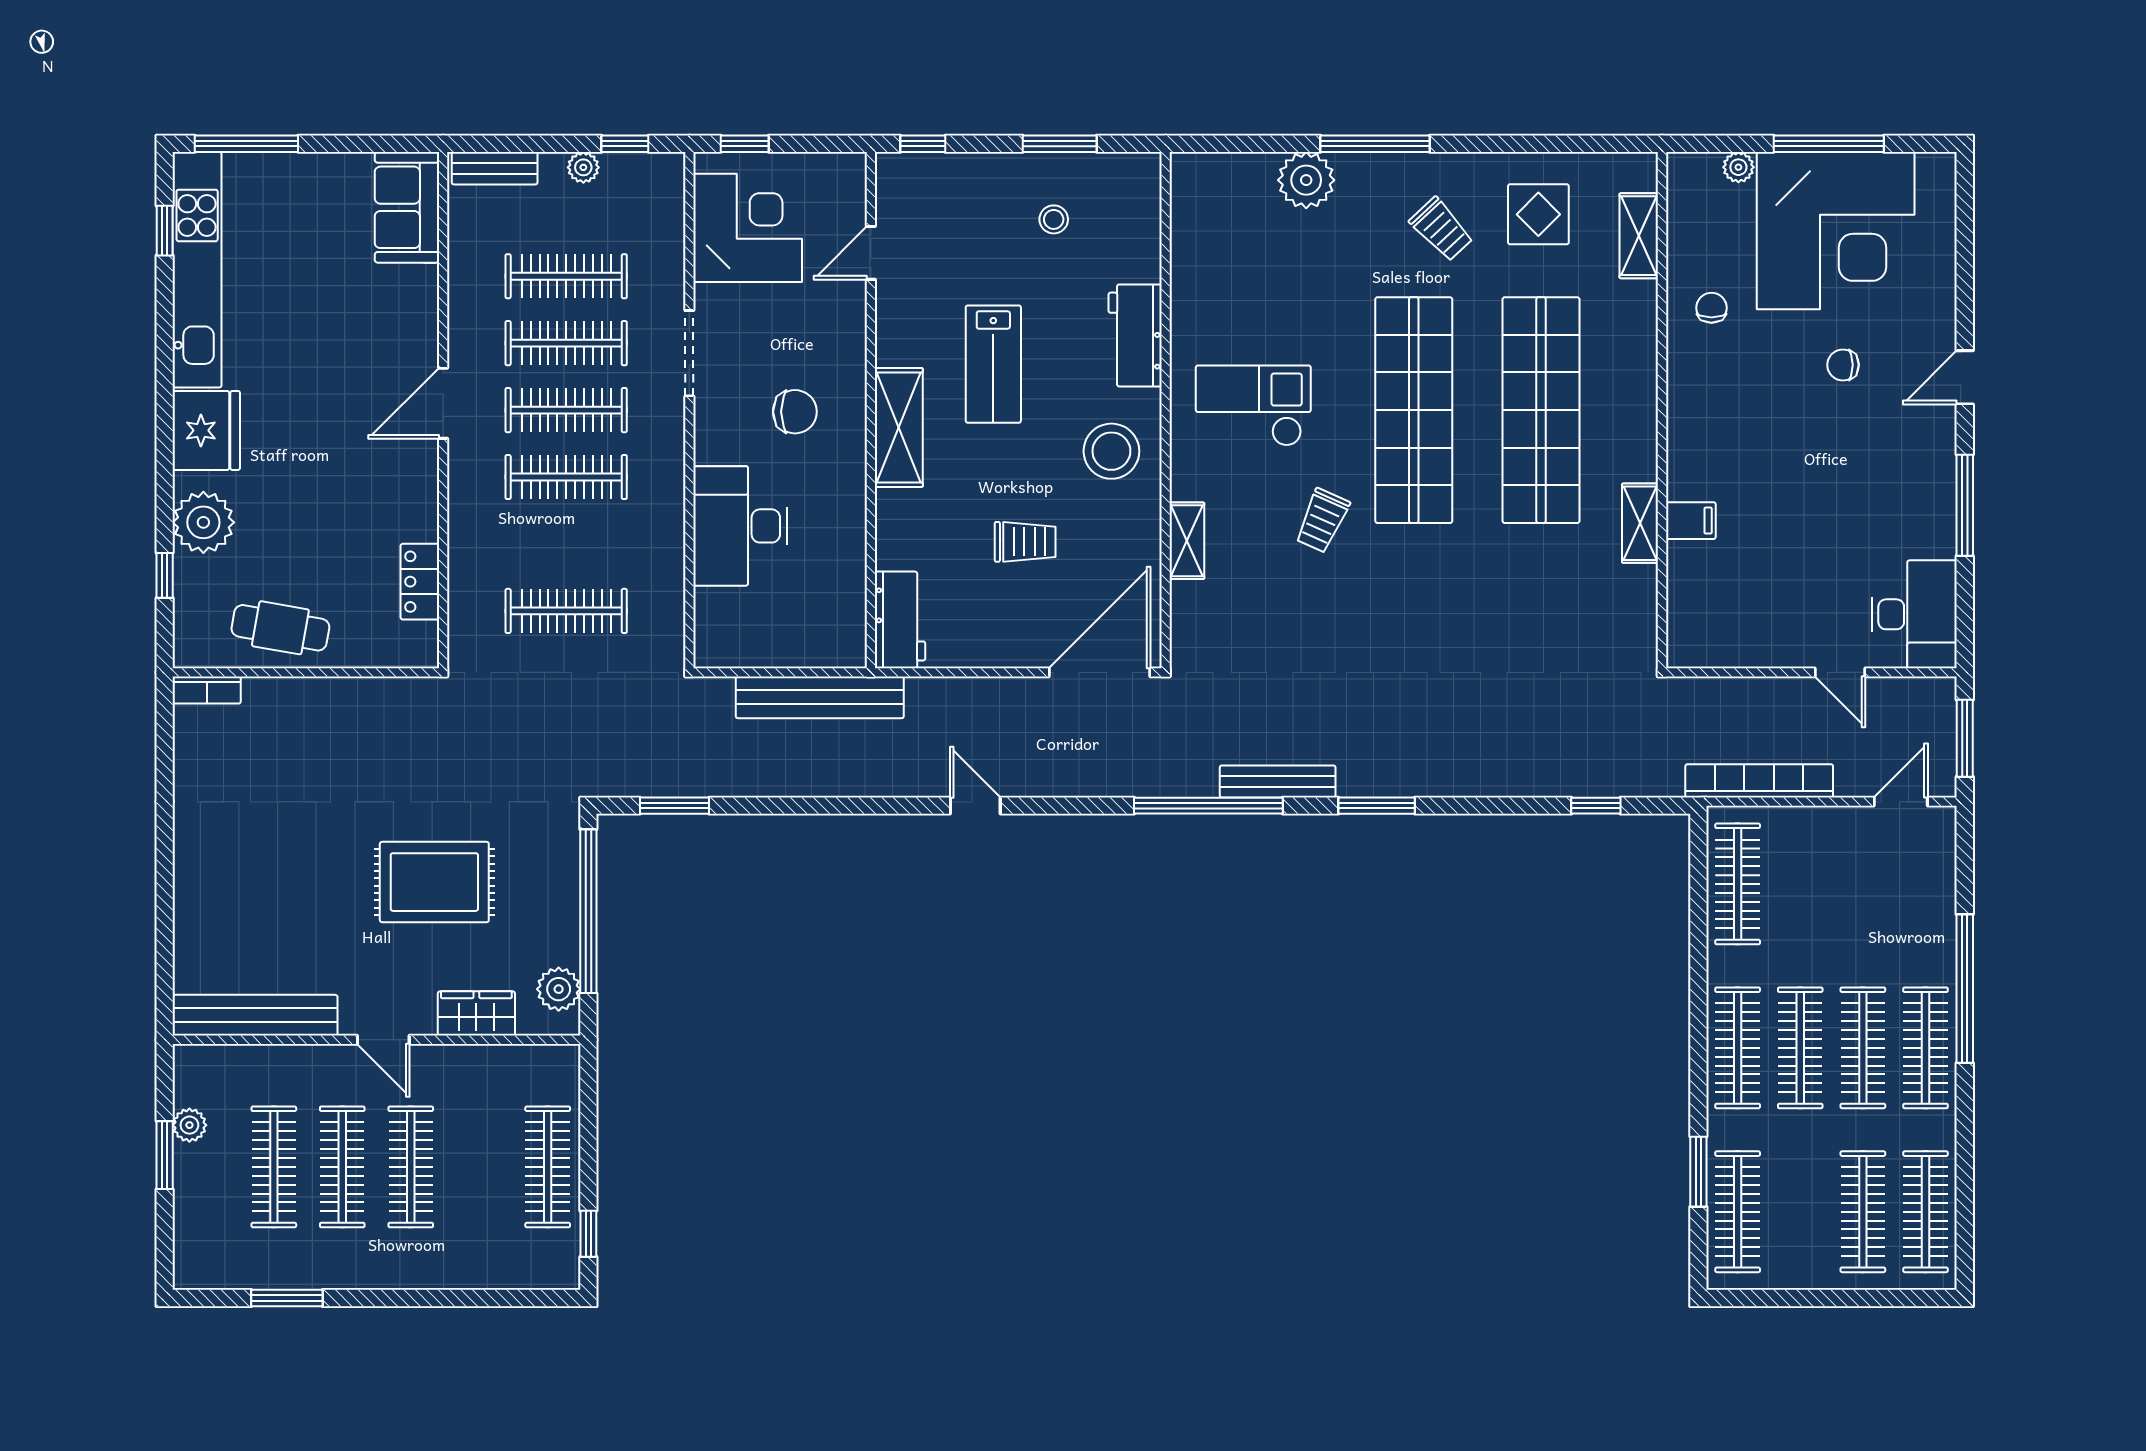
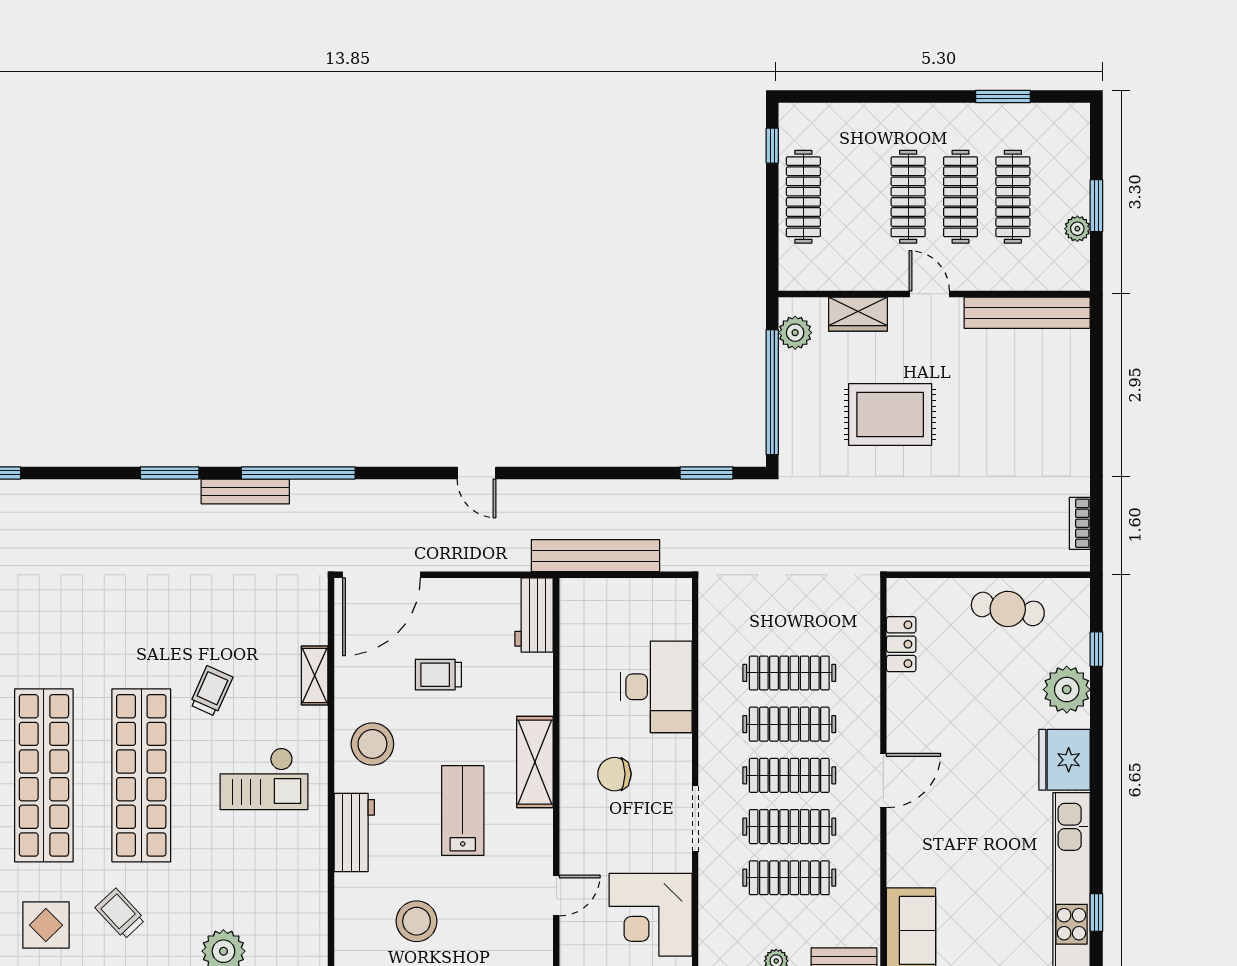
stool: (1054, 219) -> (417, 921), width x1.89, depth x1.89
clothes rail: (566, 611) -> (789, 673), moved
bookcase: (207, 690) -> (1080, 523), moved, turned -90

